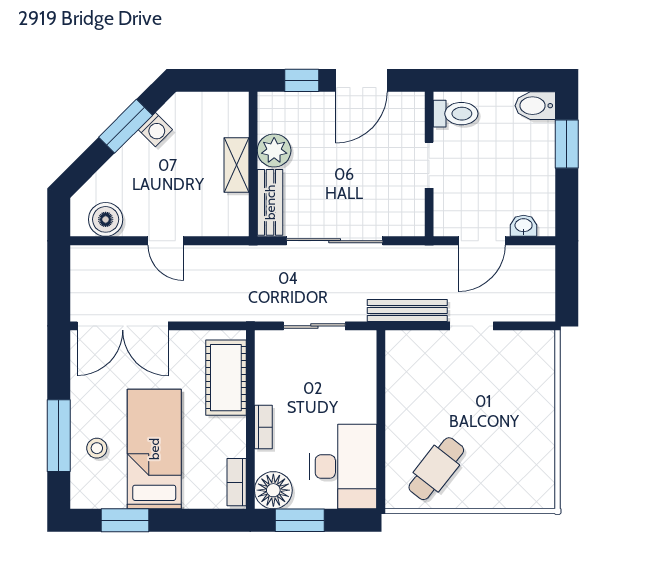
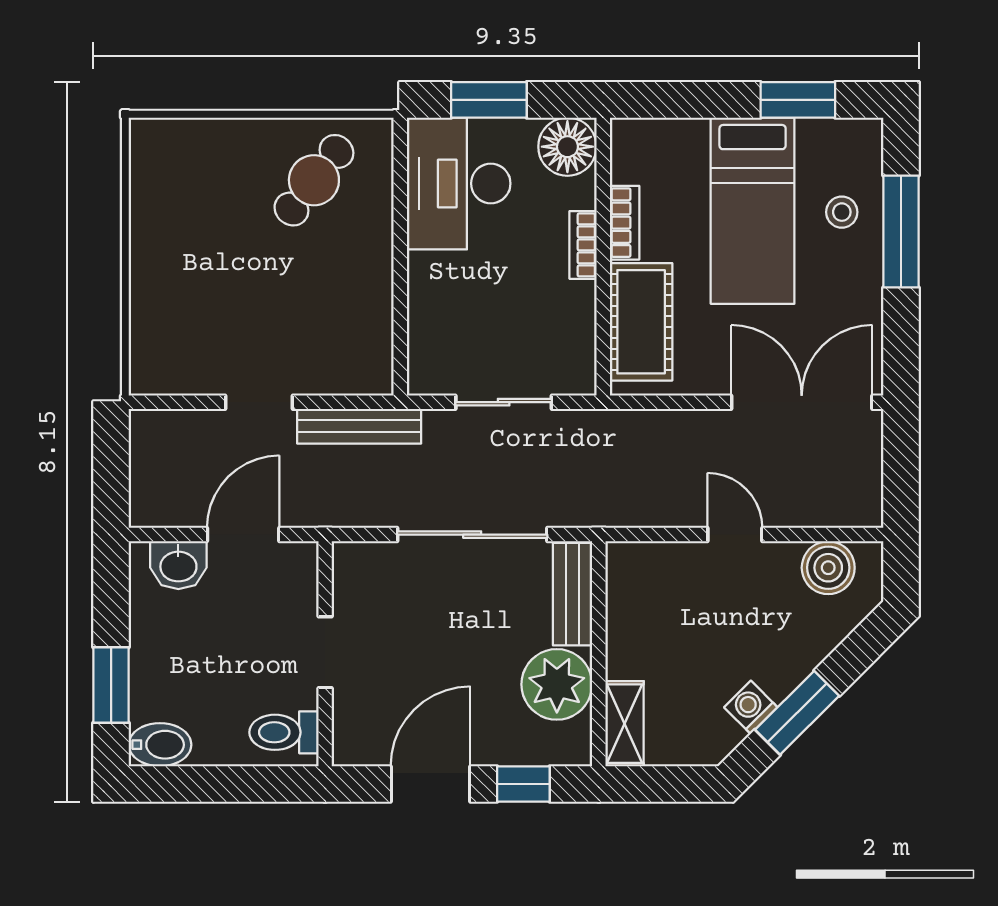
plant: (274, 150) -> (557, 684), width x1.36, depth x1.36
shelving: (237, 165) -> (625, 724), moved
washbasin: (524, 226) -> (178, 565), width x1.38, depth x1.45
bookcase: (237, 482) -> (625, 223), moved
window: (300, 520) -> (489, 100), moved

